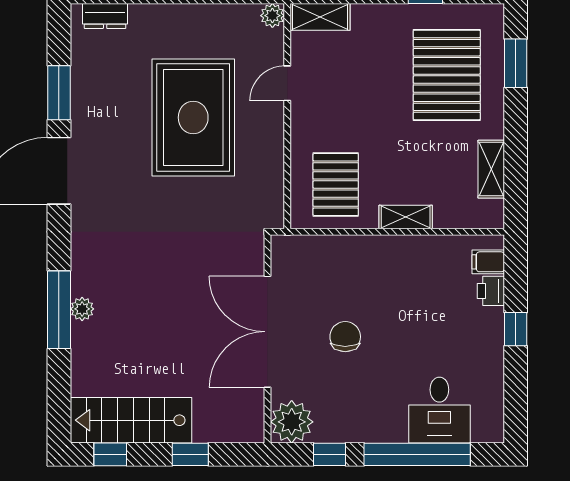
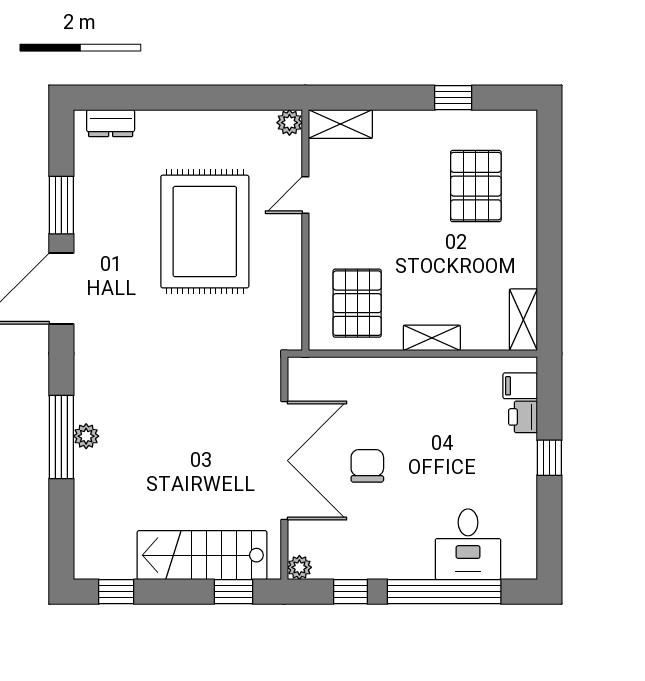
window: (516, 63) -> (549, 174), removed
pallet: (447, 75) -> (476, 186), width x0.73, depth x0.71
shelving: (491, 169) -> (523, 320), moved
double door: (268, 332) -> (284, 461), swing flipped
stairs: (131, 420) -> (202, 555), moved
plant: (292, 422) -> (299, 567), width x0.53, depth x0.53
window: (190, 454) -> (233, 592), moved

